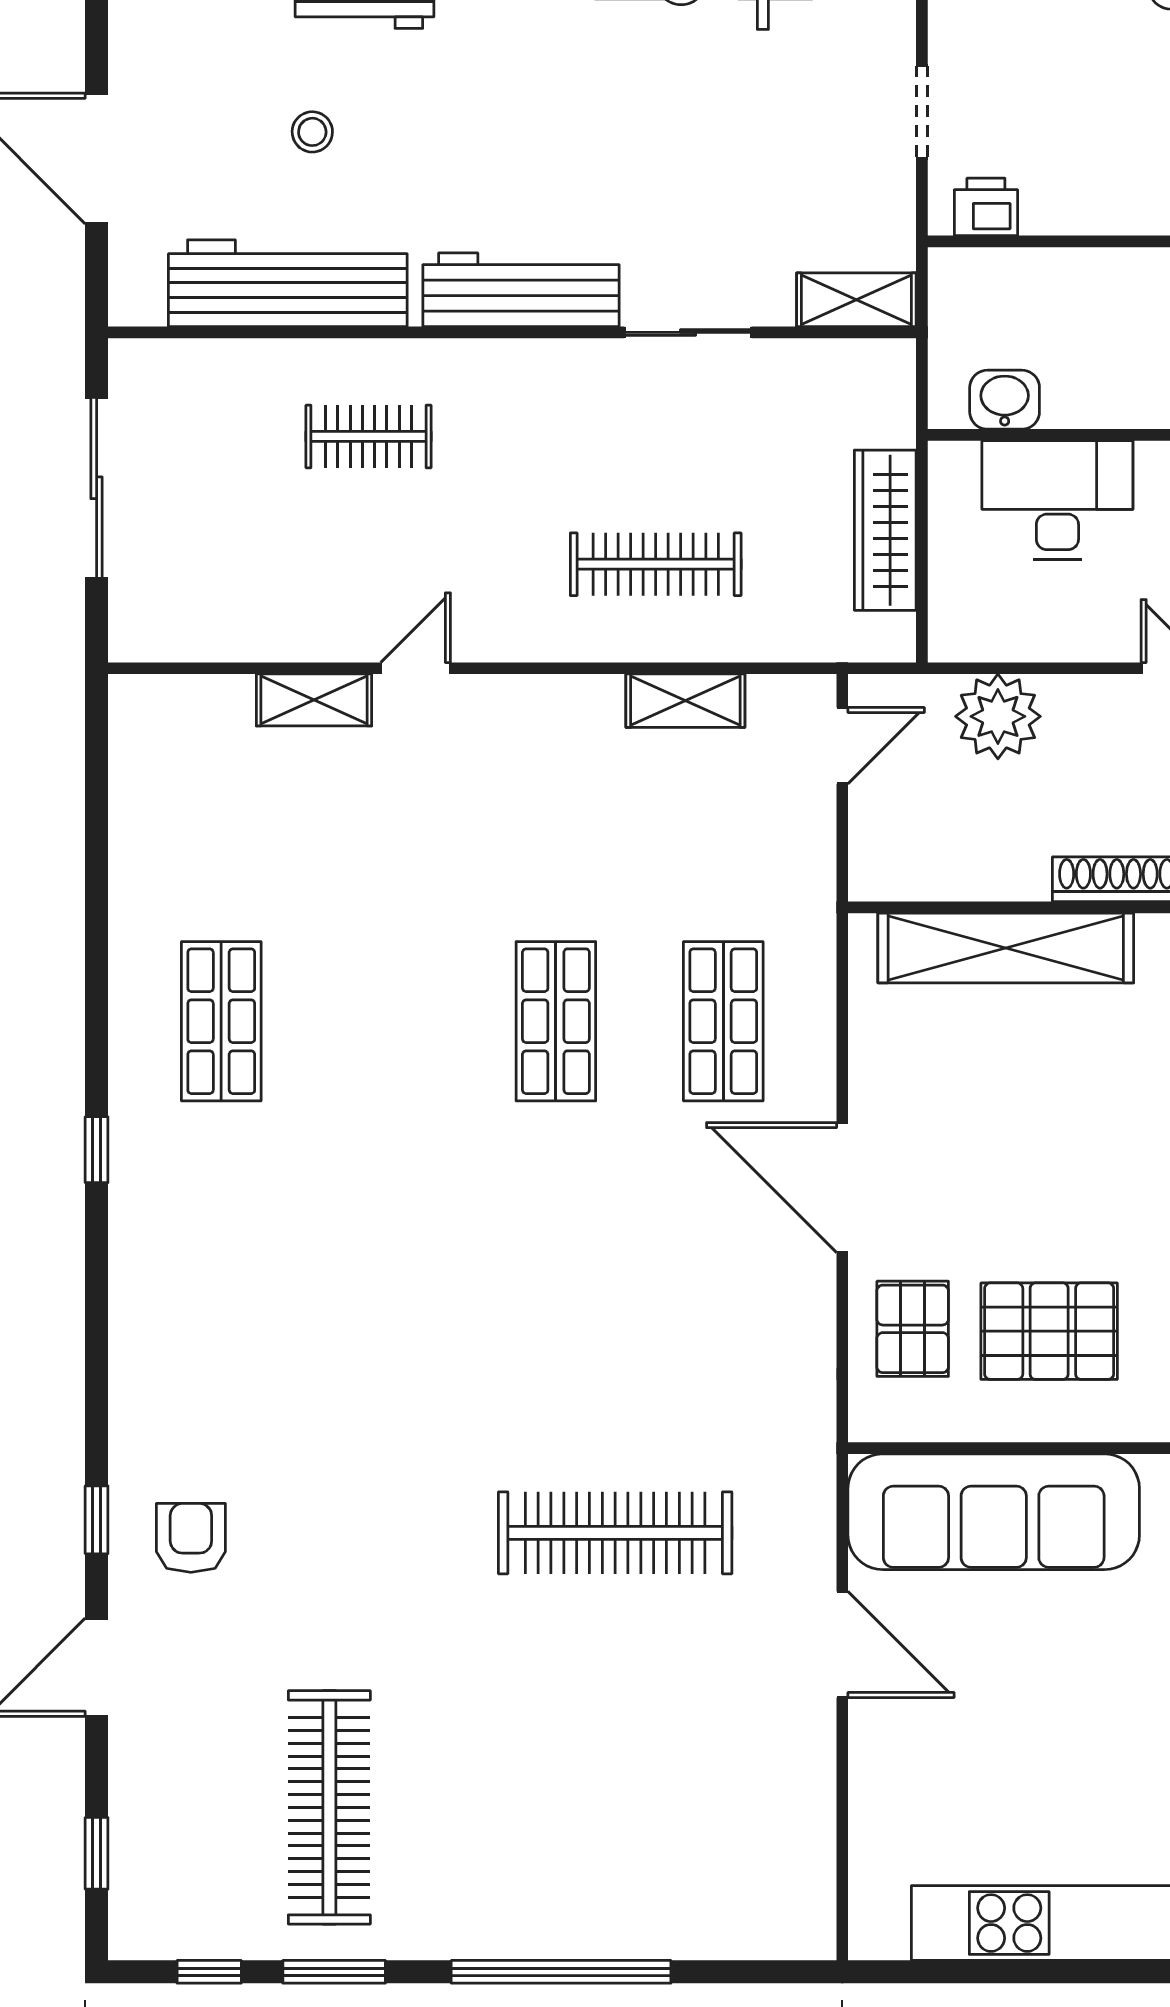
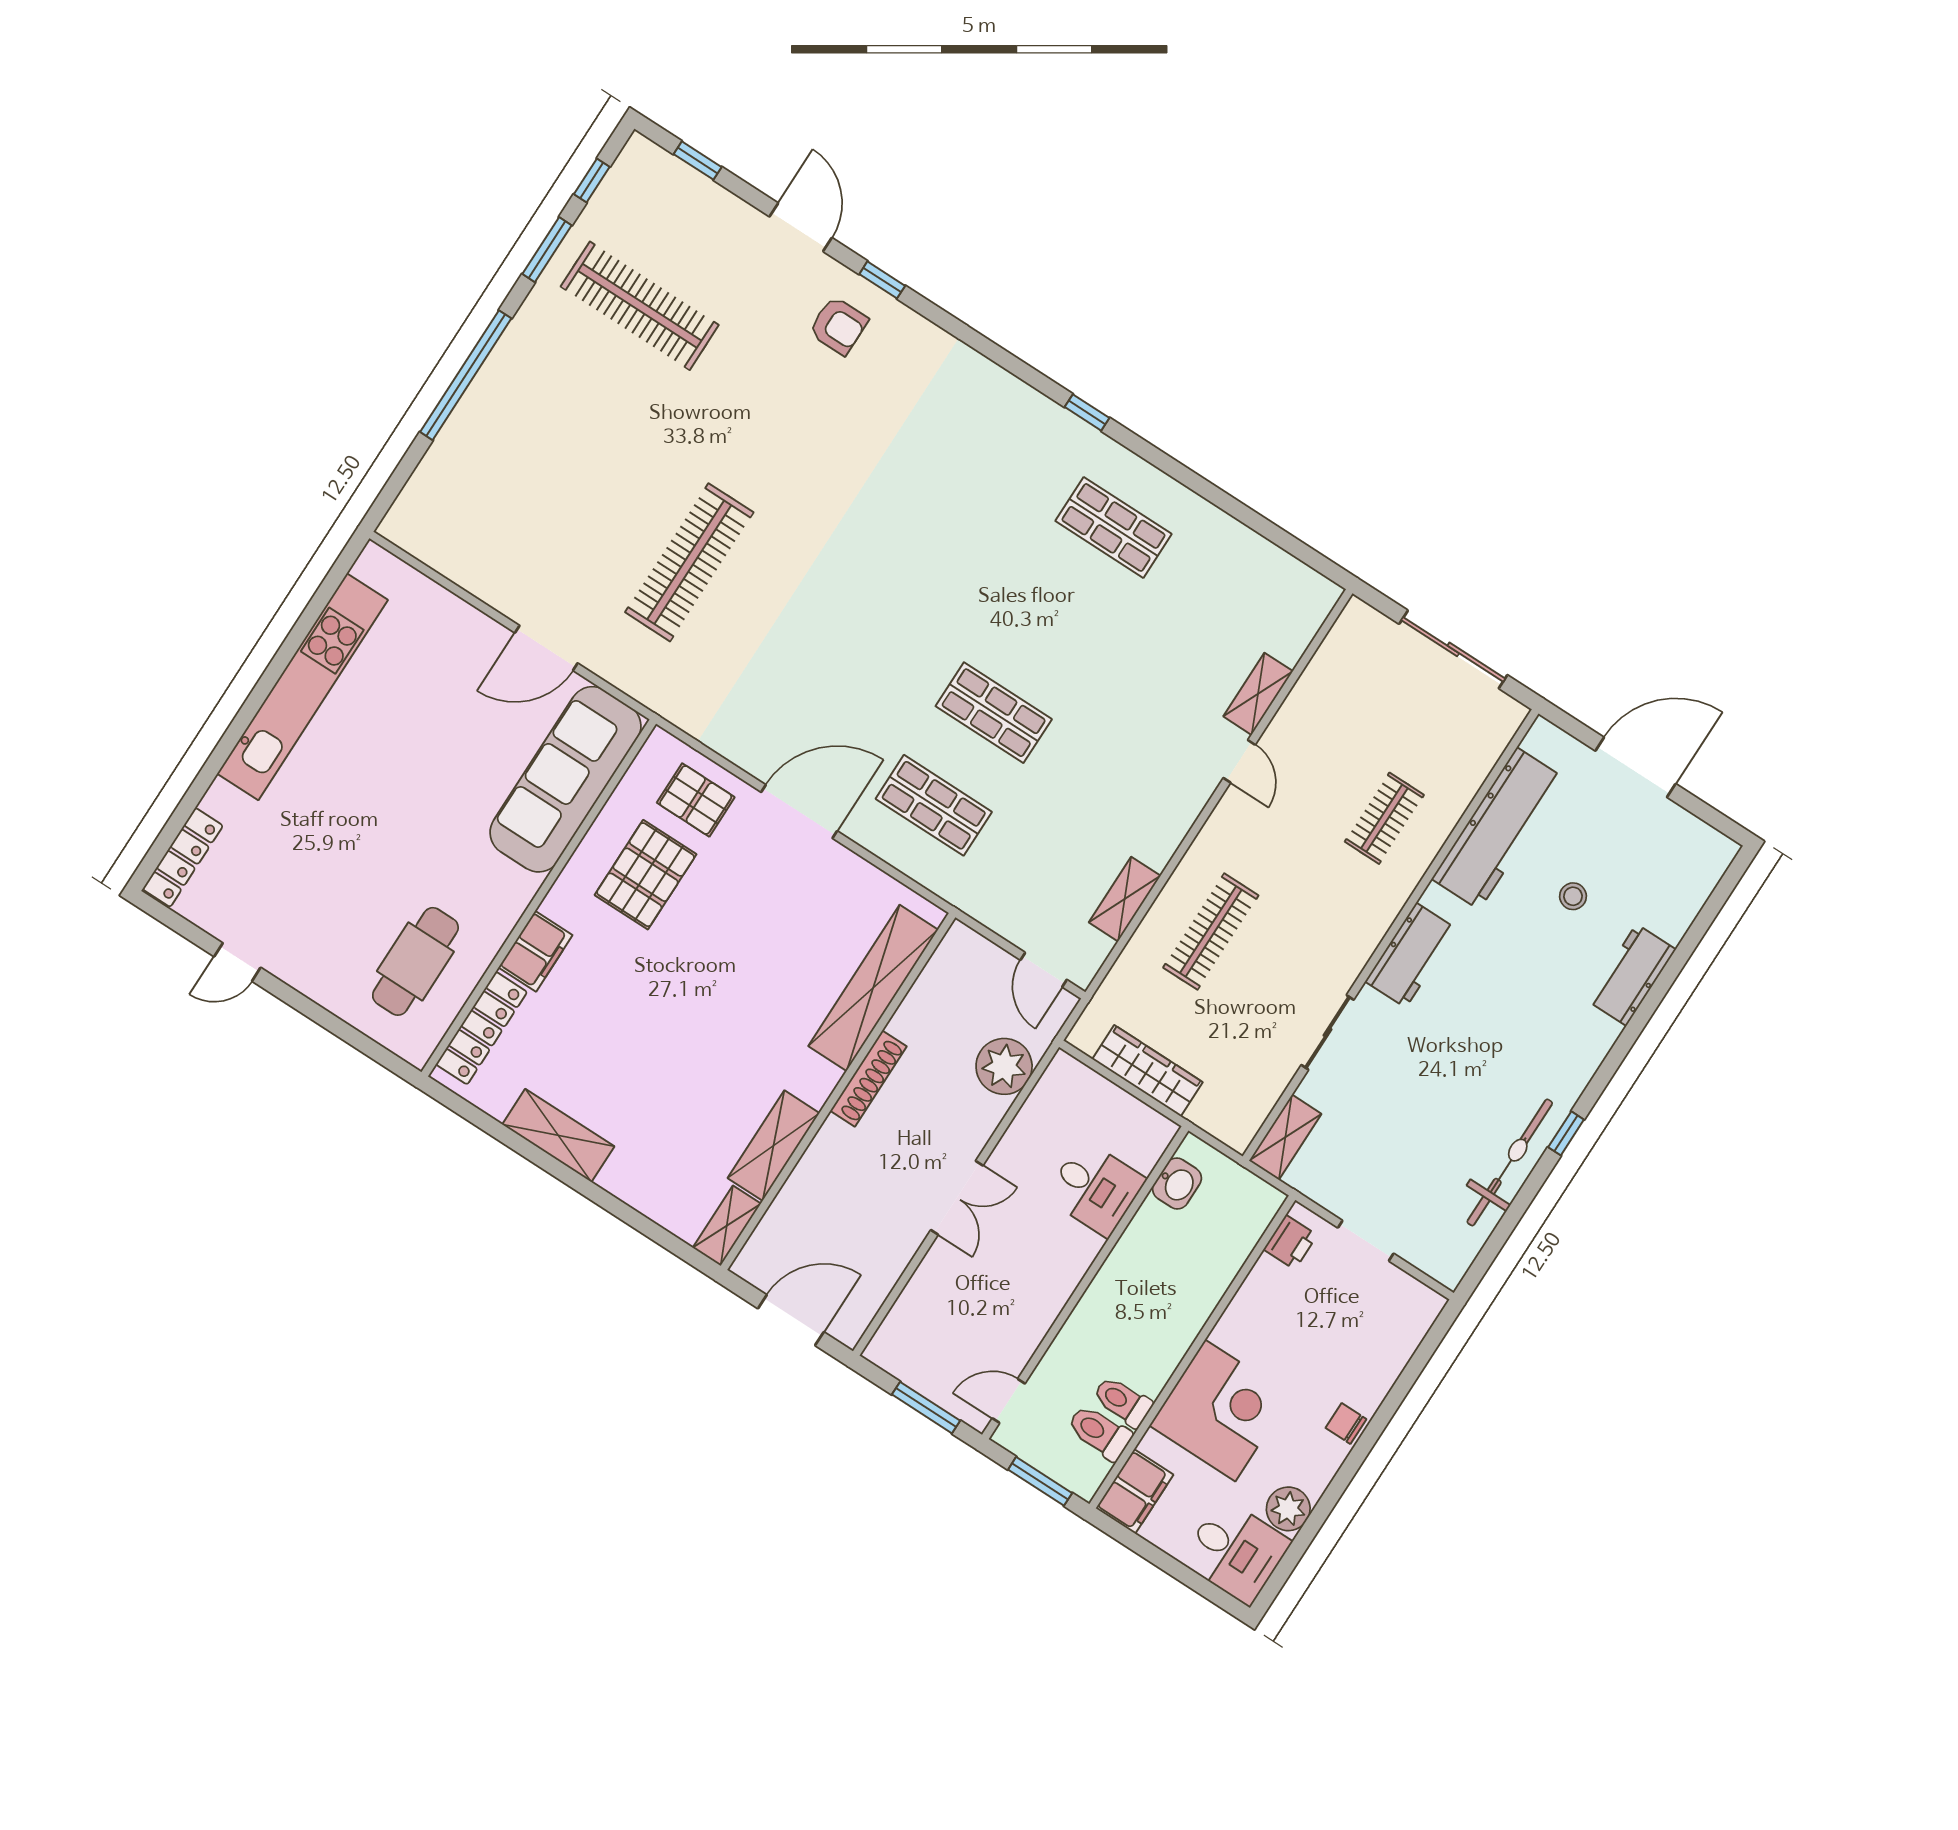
workbench: (521, 290) -> (1411, 955), width x0.73
desk: (1057, 500) -> (1095, 1188), width x0.73

